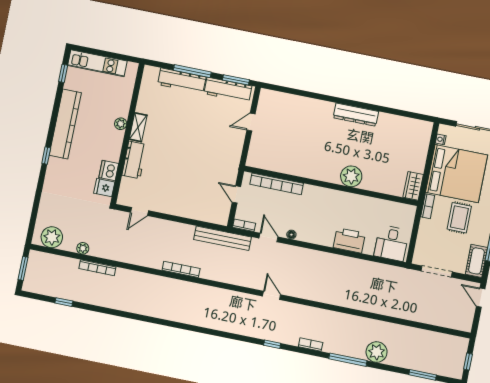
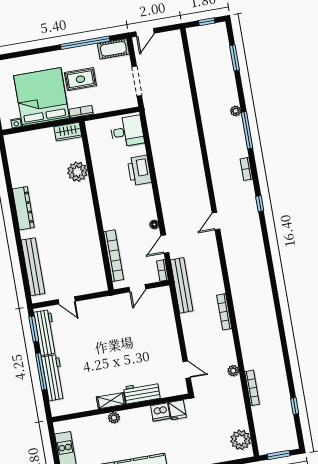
bench: (296, 102) -> (33, 267), added
plant: (351, 176) -> (77, 172), moved
plant: (83, 248) -> (233, 371), moved
plant: (377, 352) -> (236, 111), width x0.53, depth x0.53

